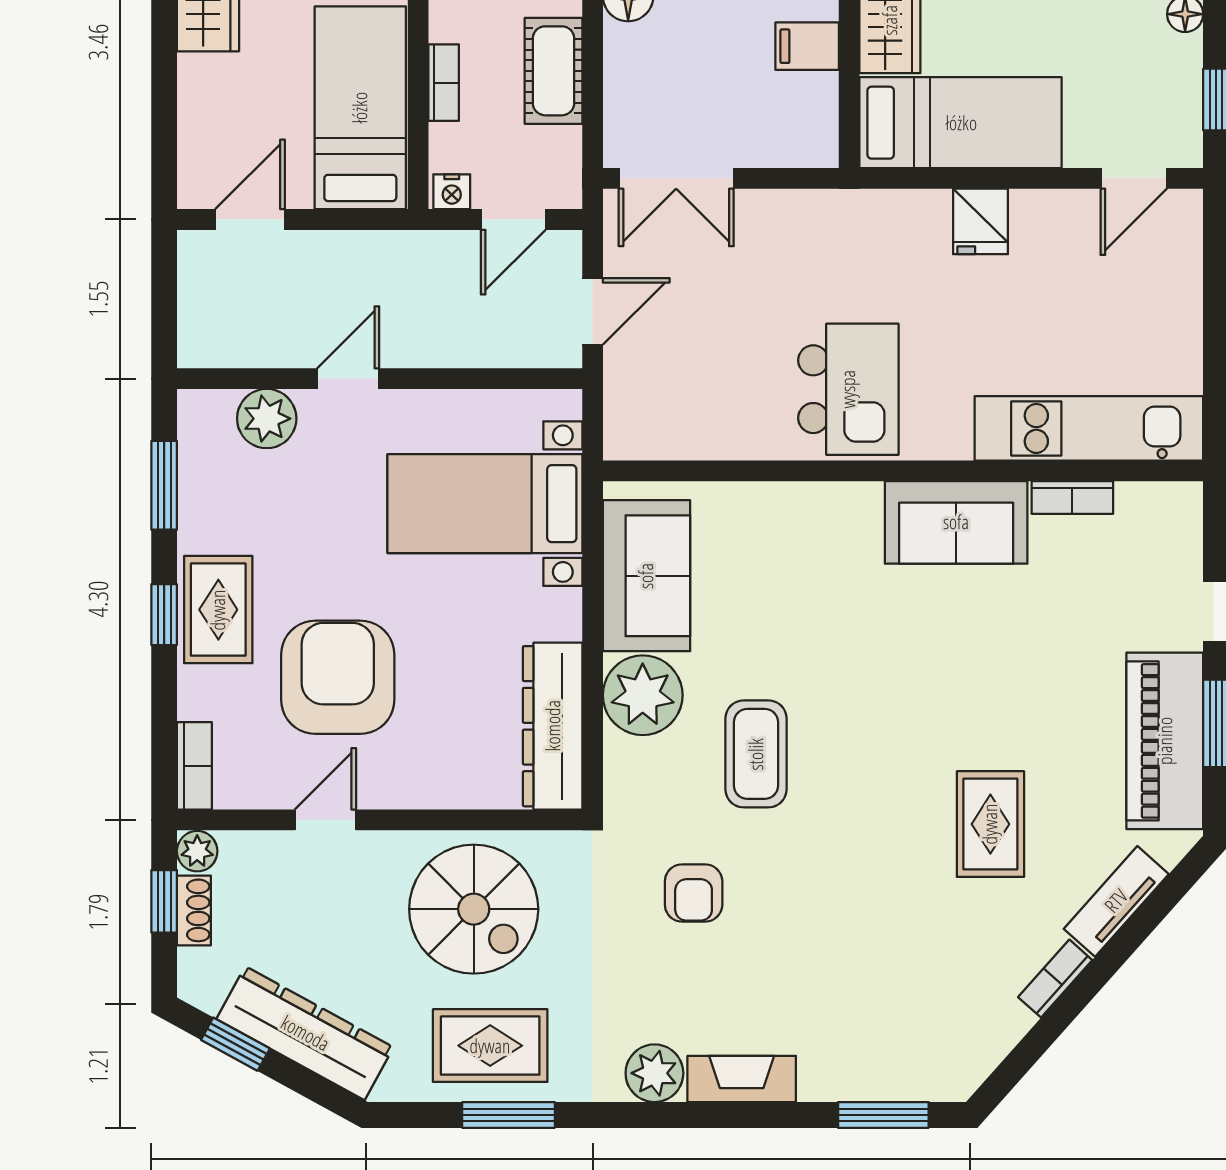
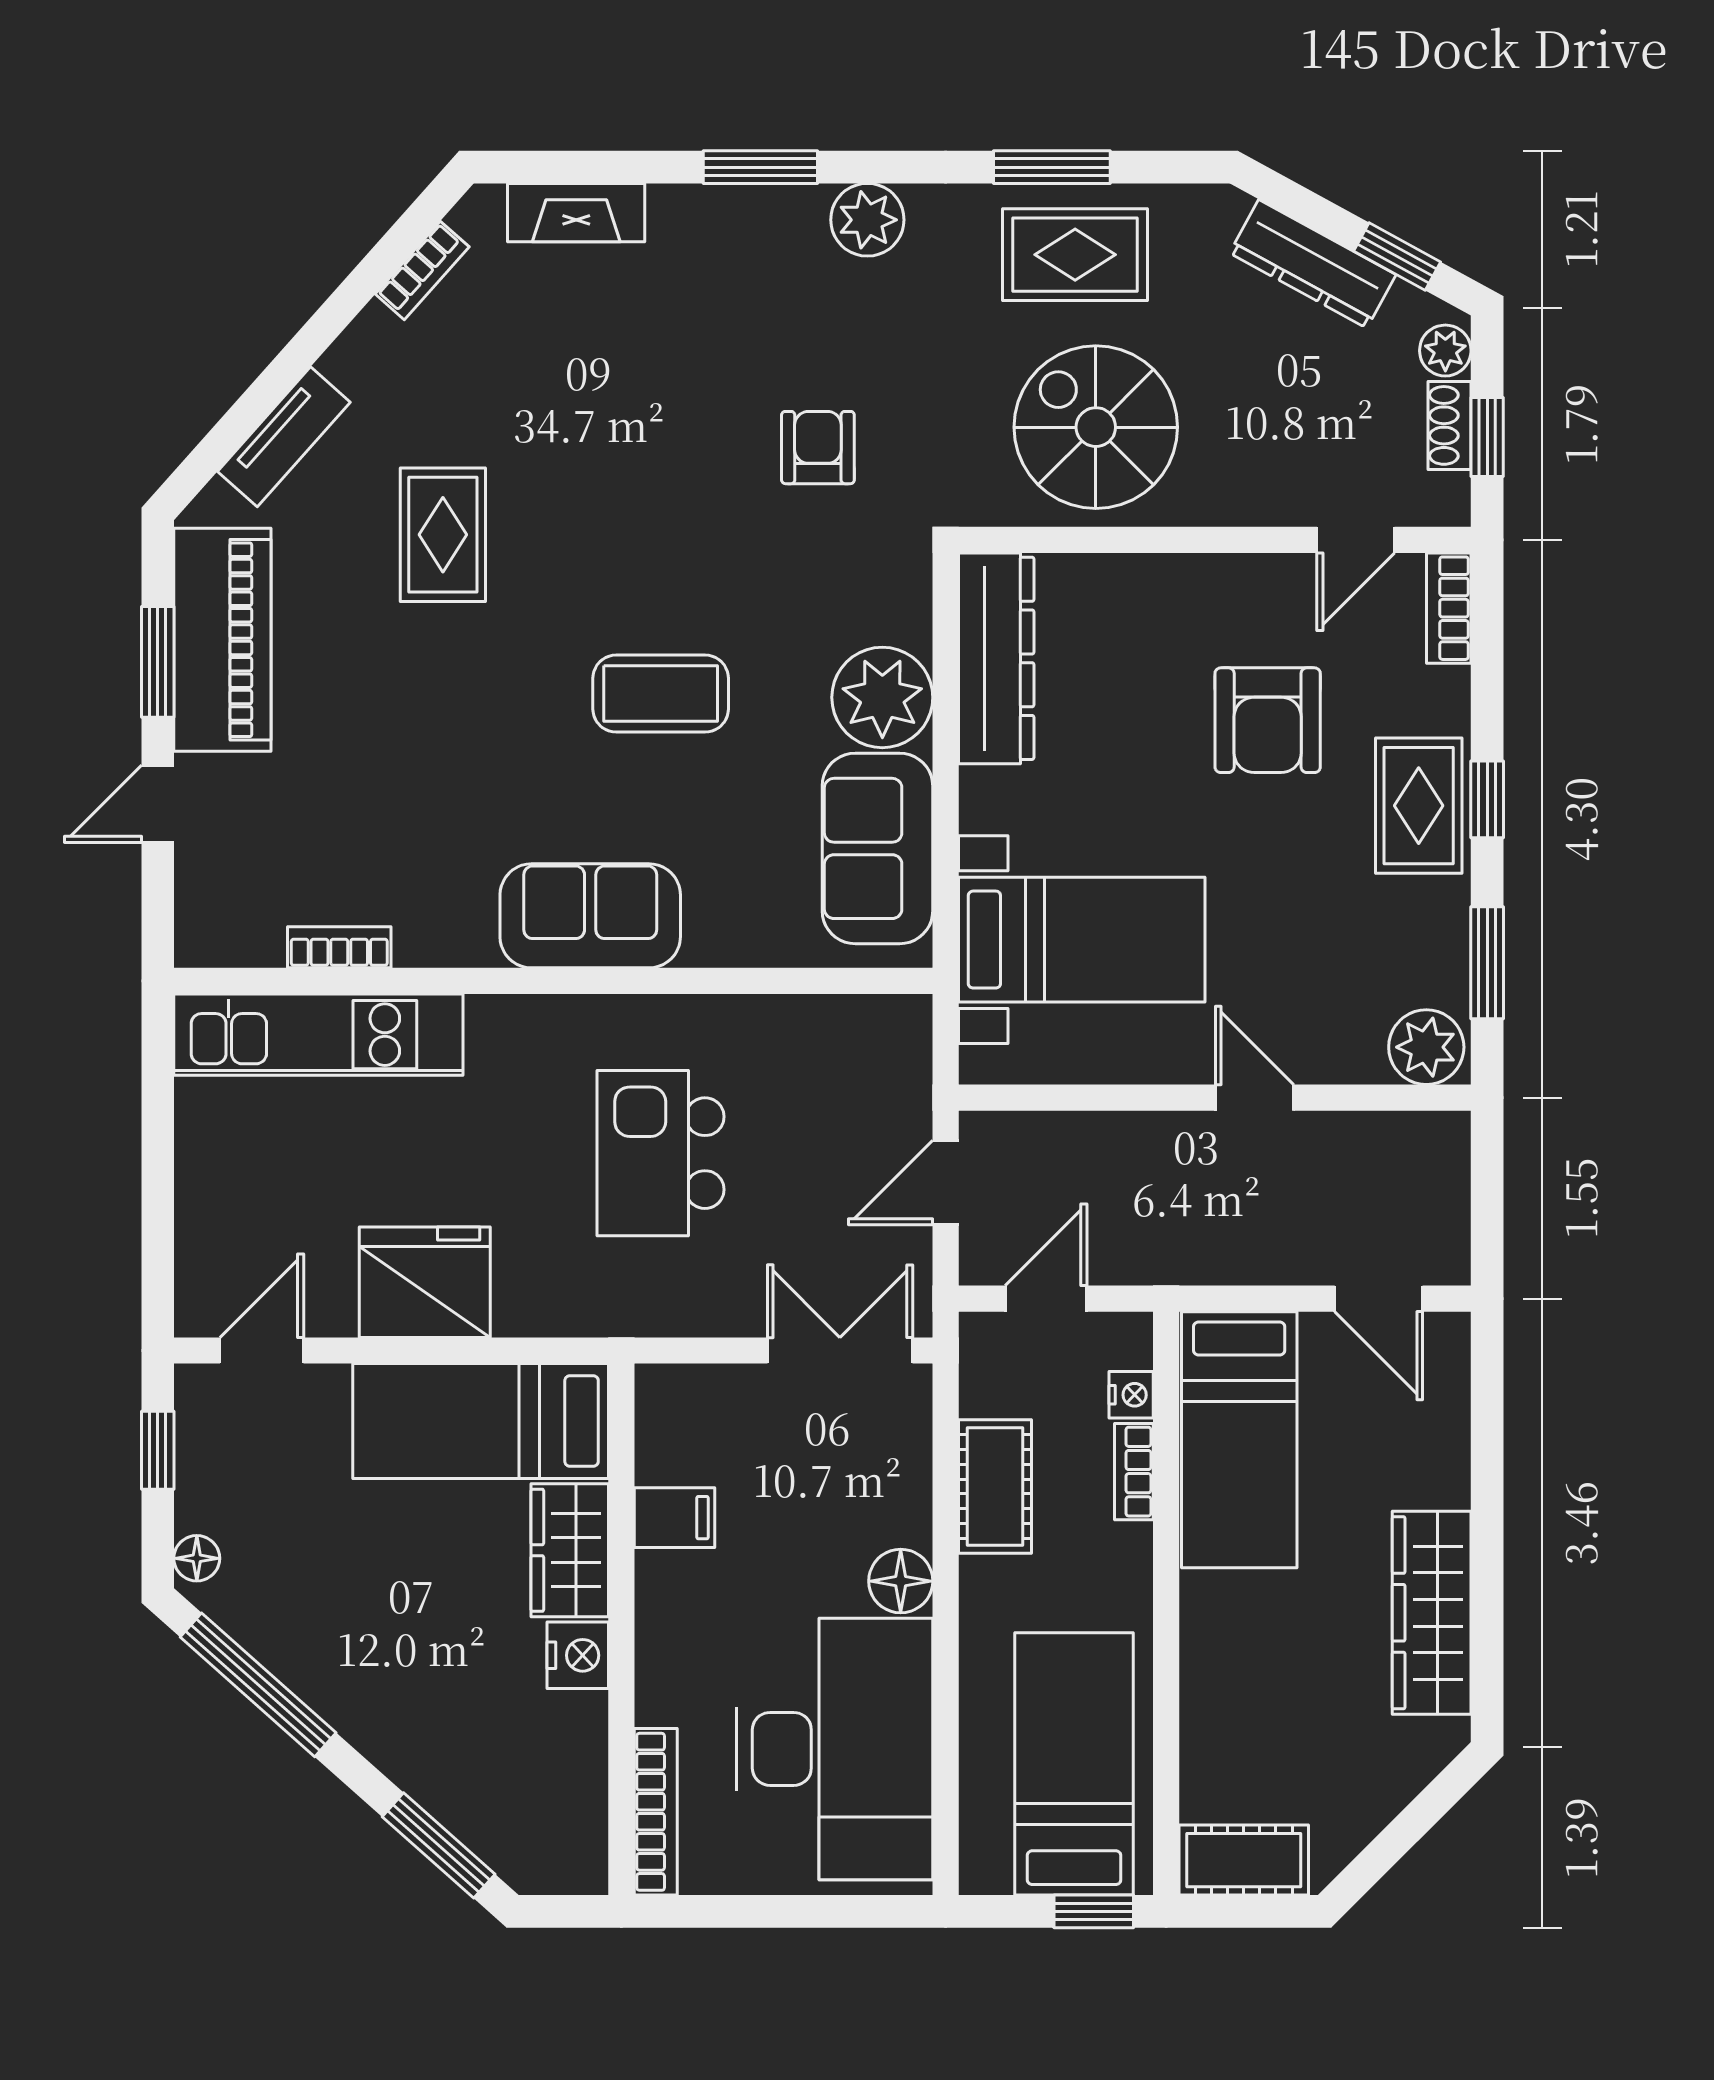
nightstand: (452, 192) -> (1131, 1395), moved, turned 90
door: (250, 219) -> (1379, 1299), hinge flipped
fridge: (981, 221) -> (425, 1282), width x1.88, depth x1.34
door: (348, 379) -> (1254, 1098), swing flipped
kitchen island: (848, 389) -> (661, 1153), moved
plant: (267, 419) -> (1426, 1047), moved
sofa: (956, 522) -> (590, 916), moved
armchair: (338, 677) -> (1268, 720), width x0.73, depth x0.73
coffee table: (756, 754) -> (661, 694), moved, turned 90
door: (325, 820) -> (1356, 540), moved
plant: (197, 851) -> (1445, 351), moved
bookcase: (1055, 979) -> (422, 270), moved
dresser: (305, 1033) -> (1313, 264), width x0.73, depth x0.80
fireplace: (742, 1079) -> (576, 213), moved
window: (883, 1115) -> (760, 167), moved

